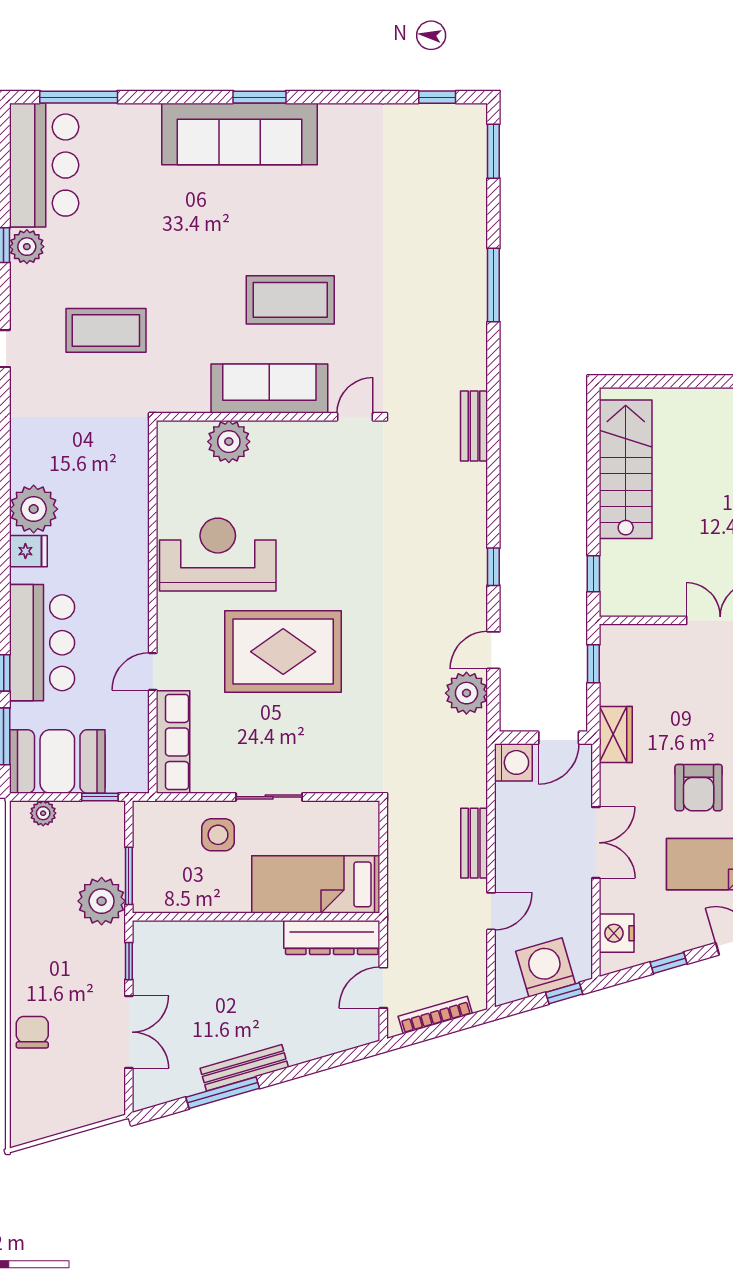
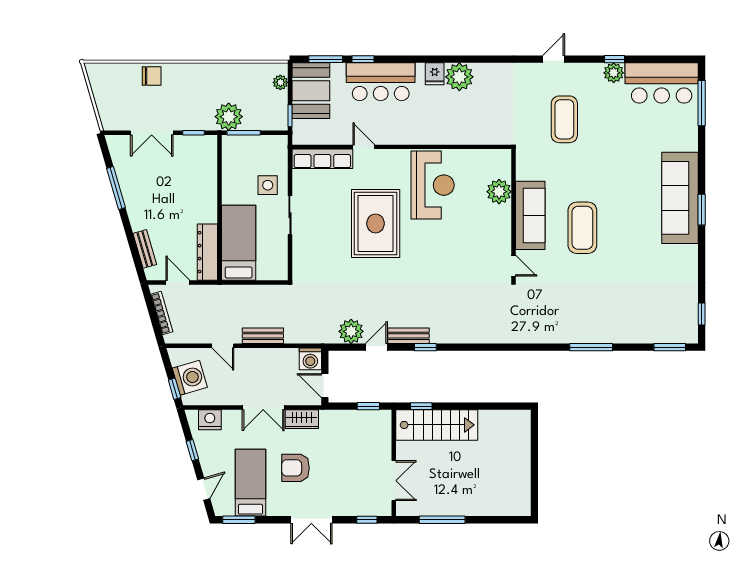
bench: (474, 426) -> (409, 336), moved
stairs: (626, 469) -> (437, 425), moved
door: (493, 650) -> (376, 347), hinge flipped
wardrobe: (616, 734) -> (302, 419), moved
bench: (244, 1068) -> (145, 249), moved, width x0.73

